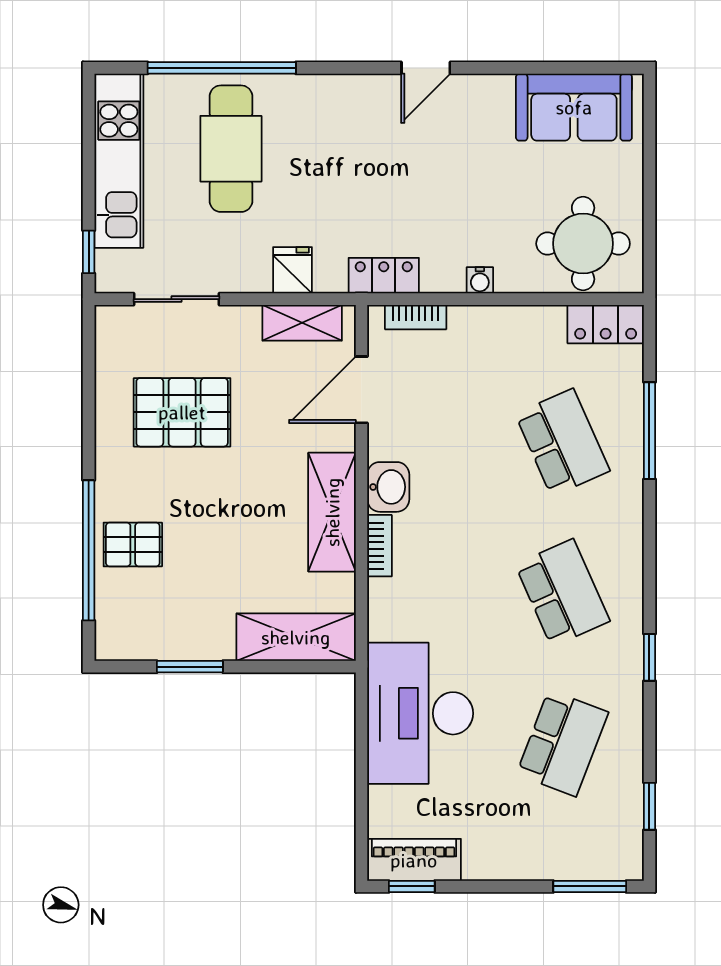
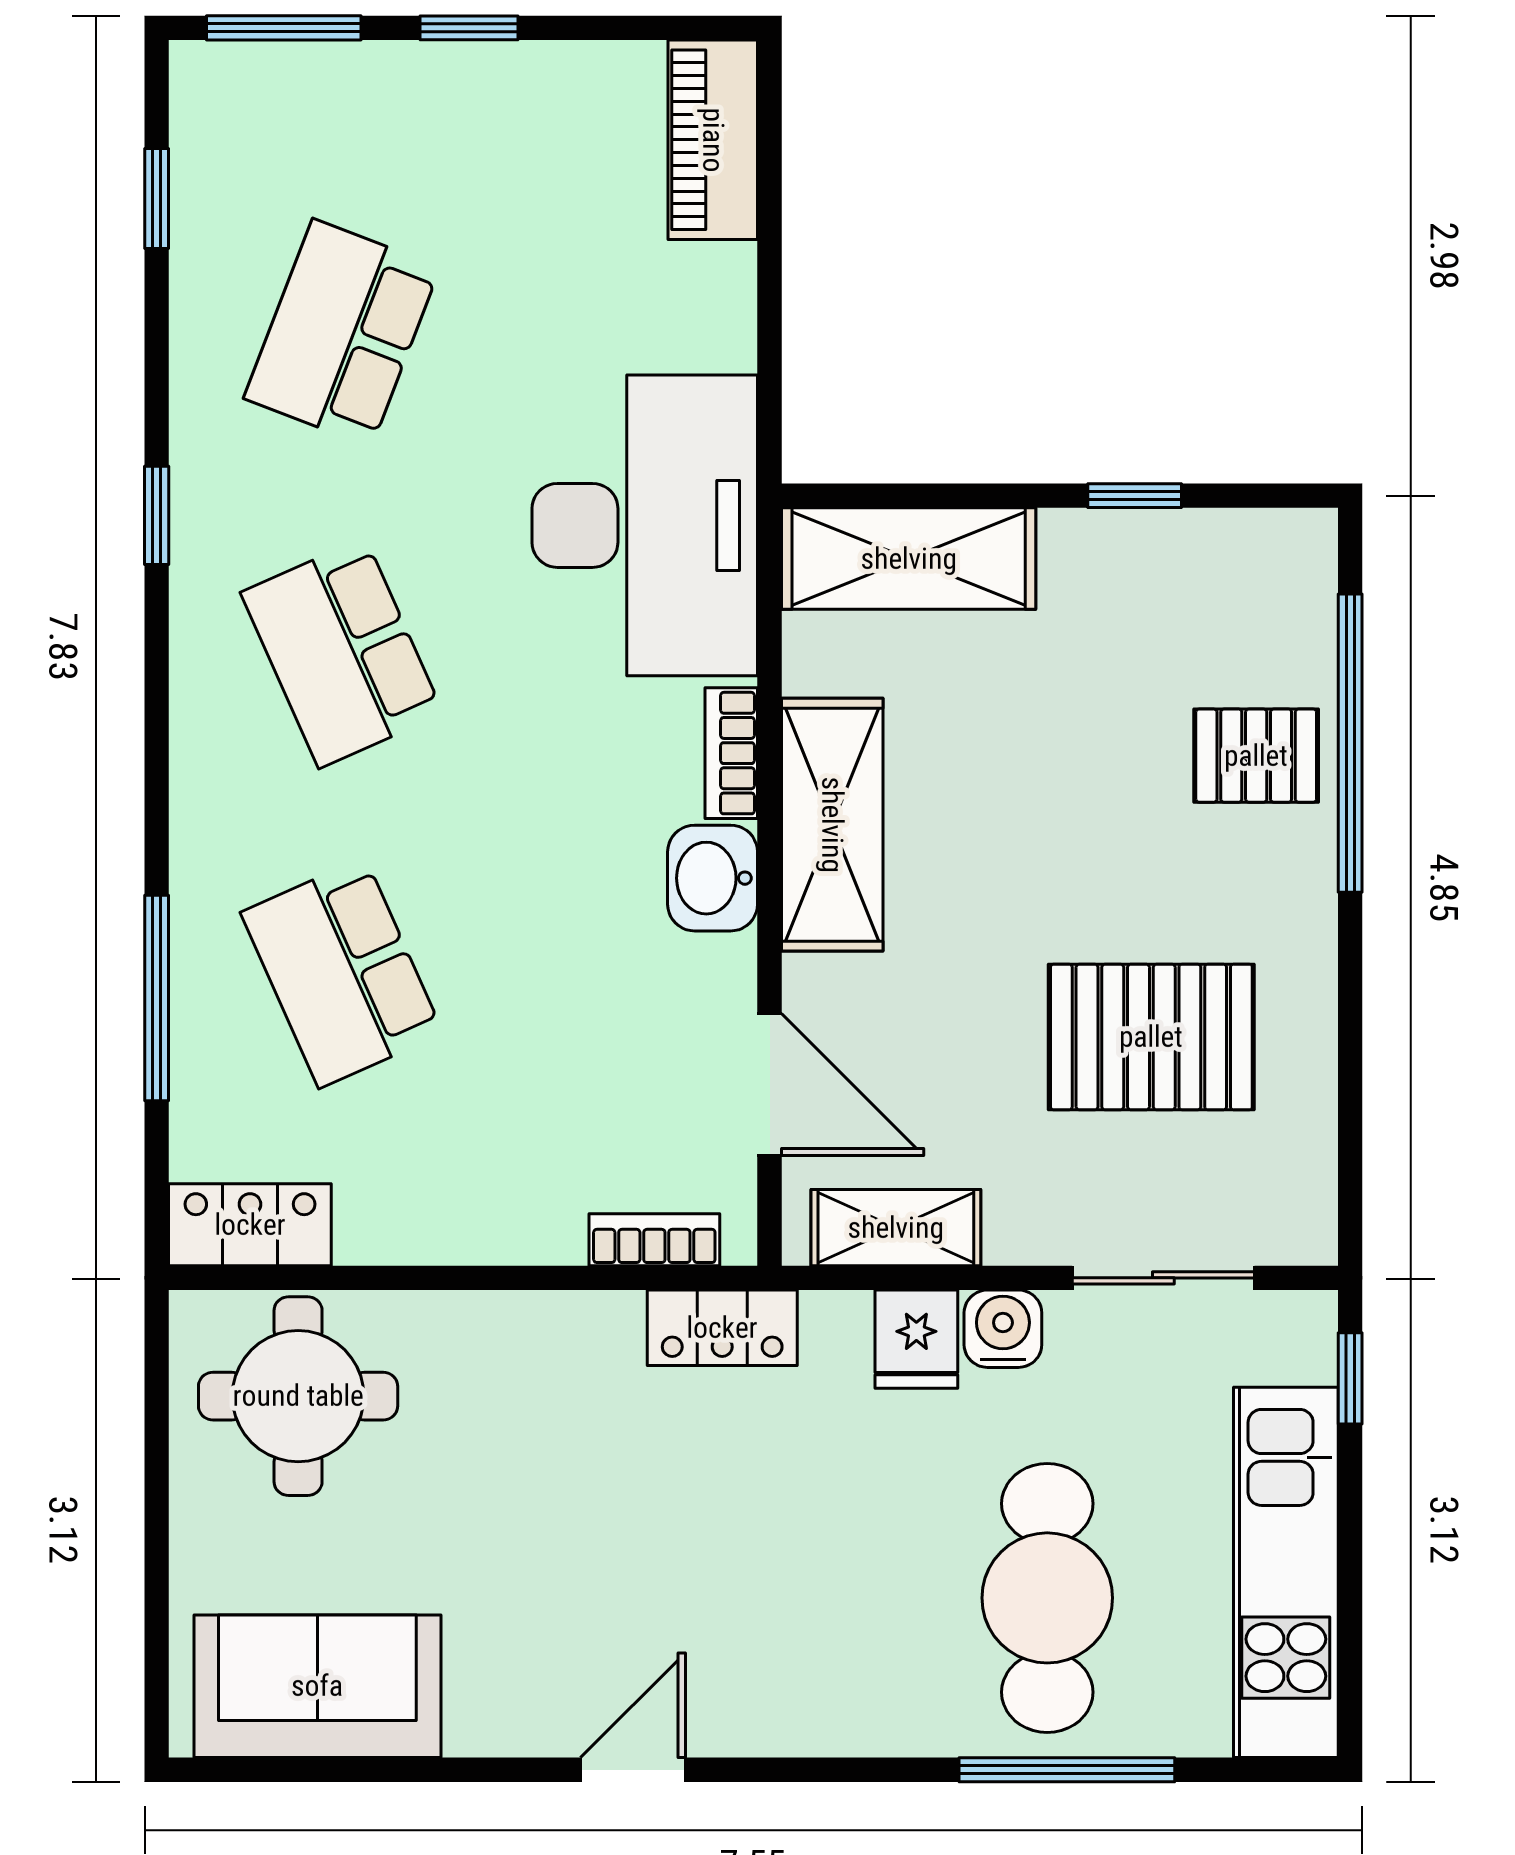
window: (222, 68) -> (1067, 1770), width x0.68
water cooler: (480, 280) -> (1003, 1329), moved, width x1.38, depth x1.38
door: (361, 390) -> (770, 1085), hinge flipped
window: (190, 667) -> (1135, 496), width x0.67
desk: (420, 713) -> (645, 525), moved
piano: (414, 860) -> (713, 140), moved, turned 90
window: (412, 886) -> (469, 28), moved

